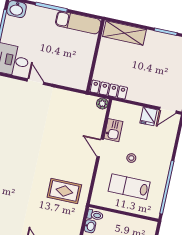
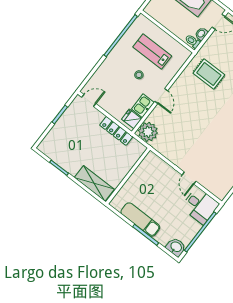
exam couch: (78, 22) -> (140, 220), moved
locker: (109, 90) -> (116, 131), moved
plant: (102, 103) -> (148, 132), width x1.88, depth x1.88
fridge: (149, 116) -> (132, 119), moved, turned -90
lab bench: (129, 187) -> (152, 51), turned 180

